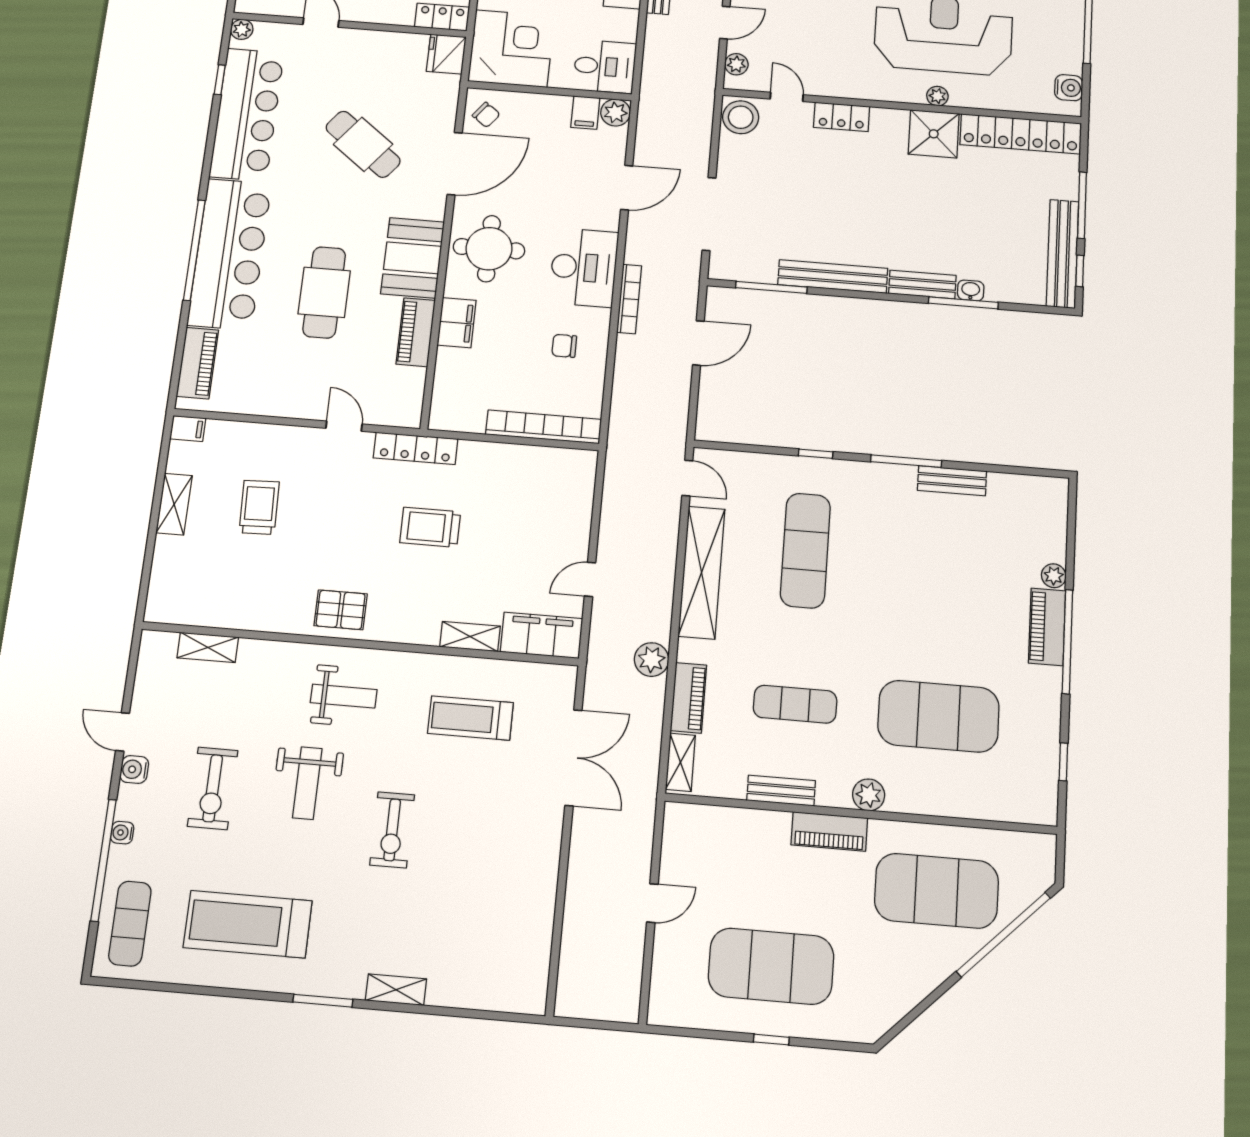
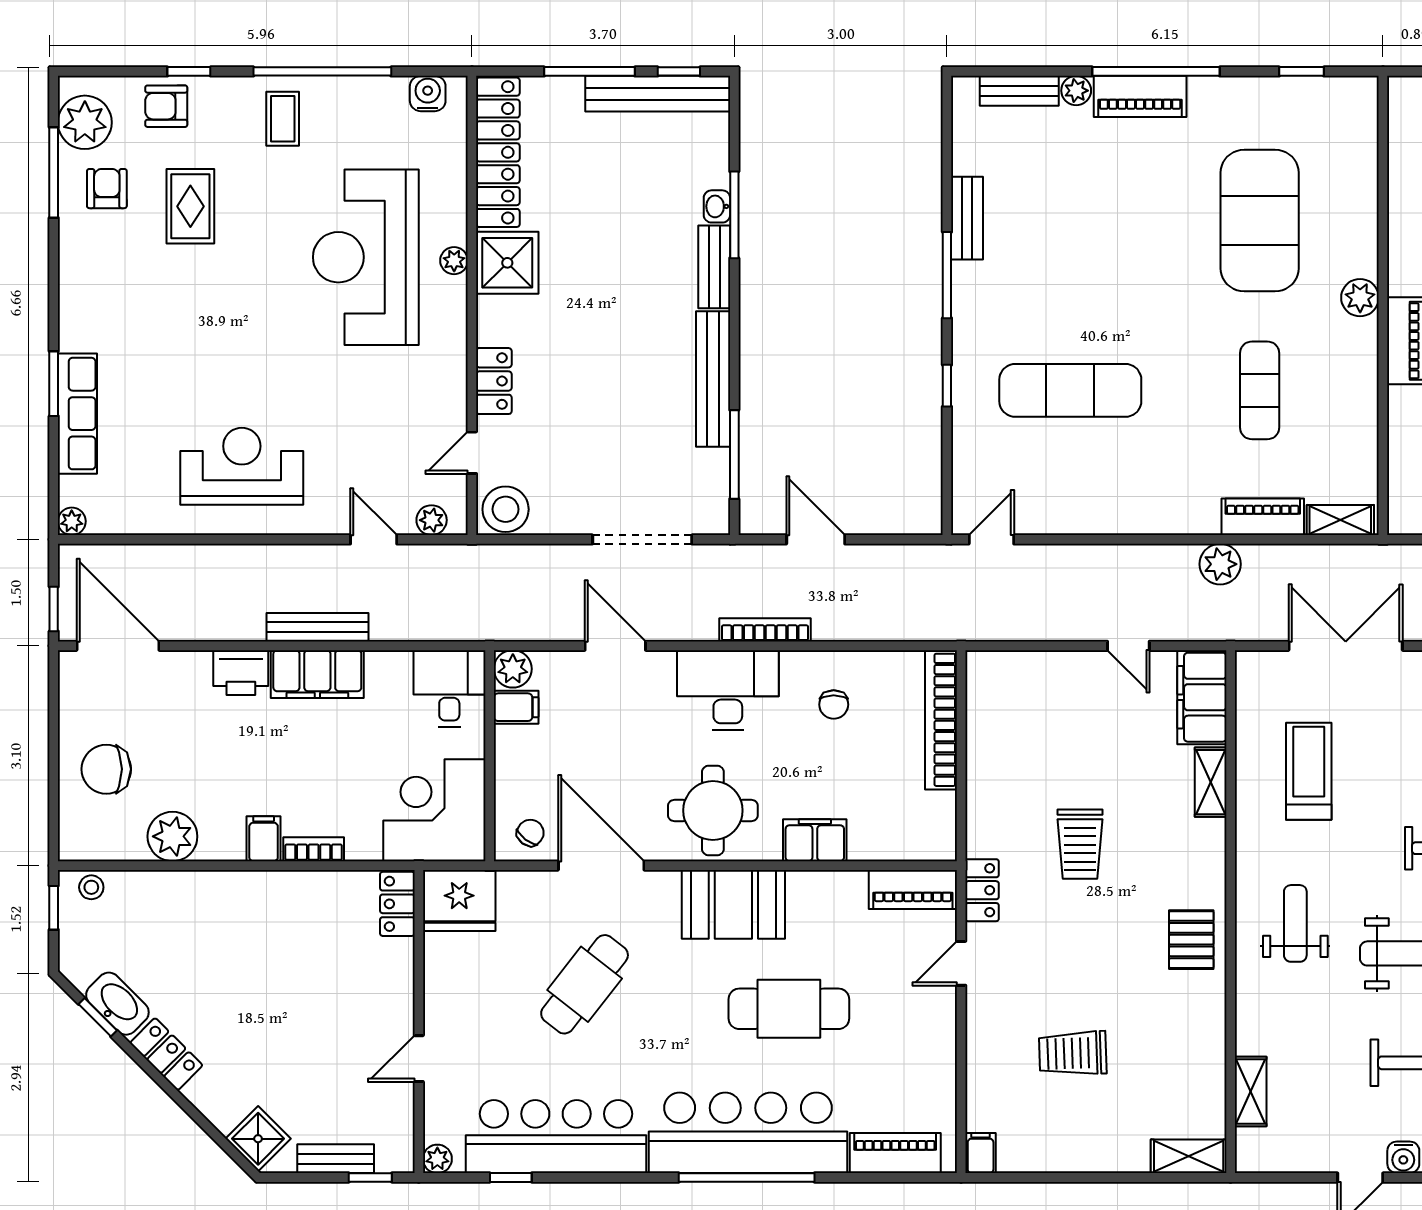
fridge: (446, 54) -> (459, 900), width x1.36, depth x1.34
piano: (416, 332) -> (913, 889), moved
locker: (416, 448) -> (982, 890), width x0.66
shelving: (174, 504) -> (1189, 1156), moved
shelving: (702, 572) -> (1108, 513), removed
treadmill: (470, 718) -> (1309, 771), turned 180
bench: (781, 791) -> (1019, 91), moved, turned 90

